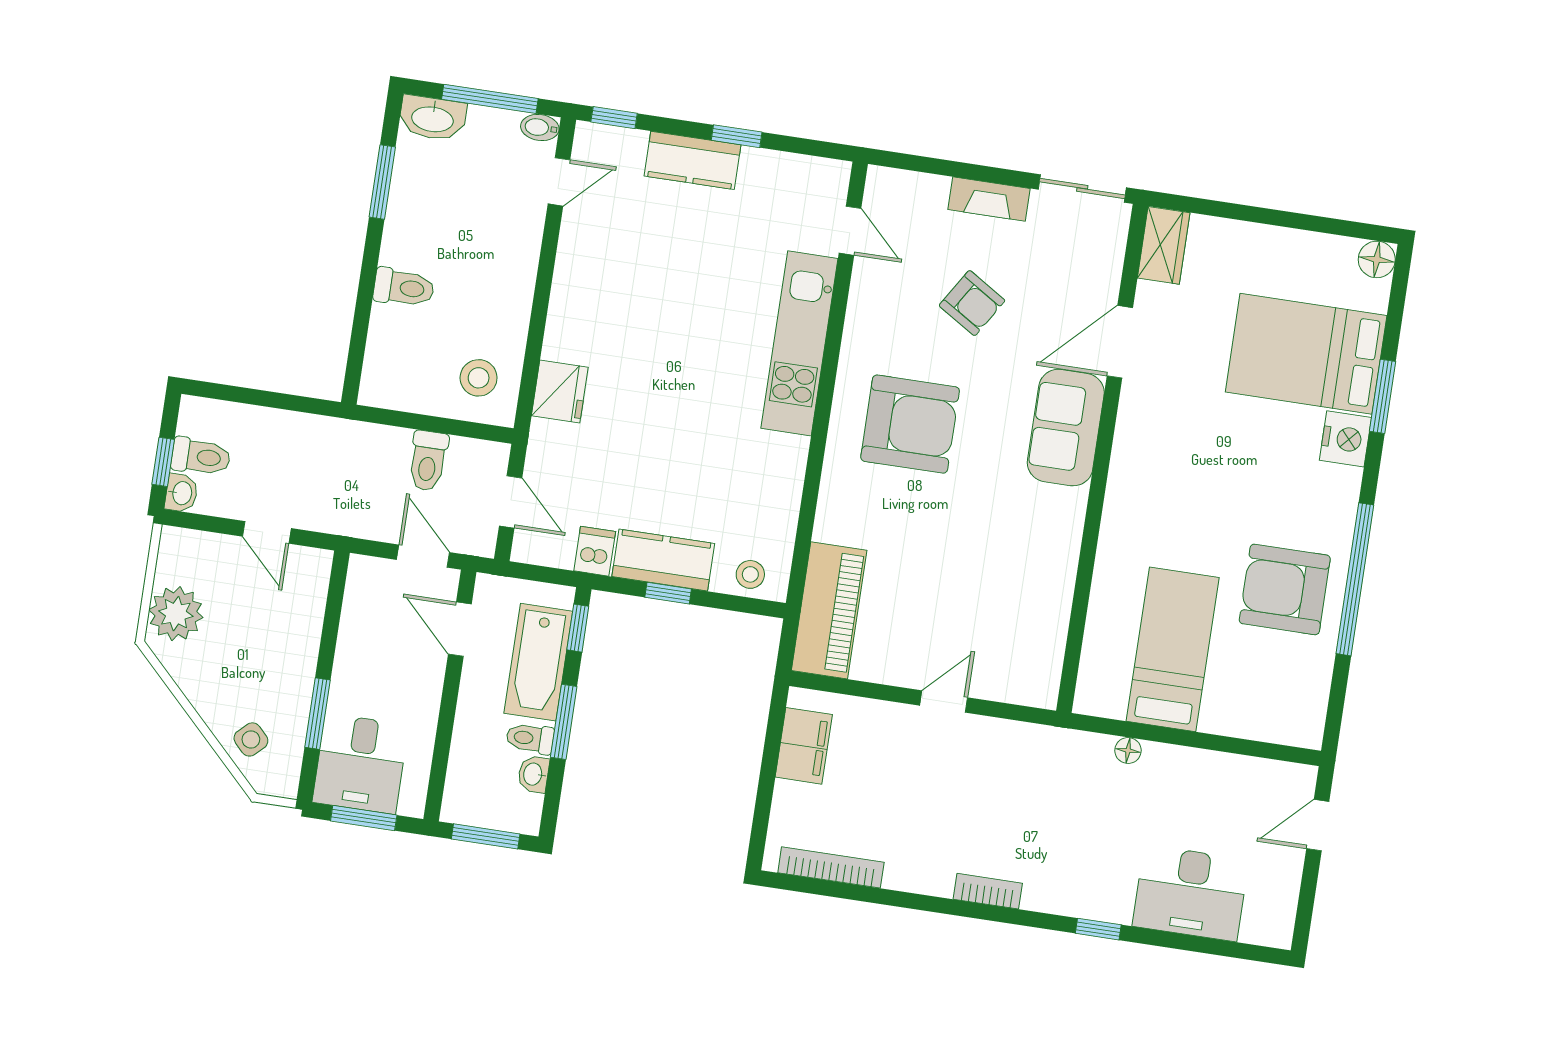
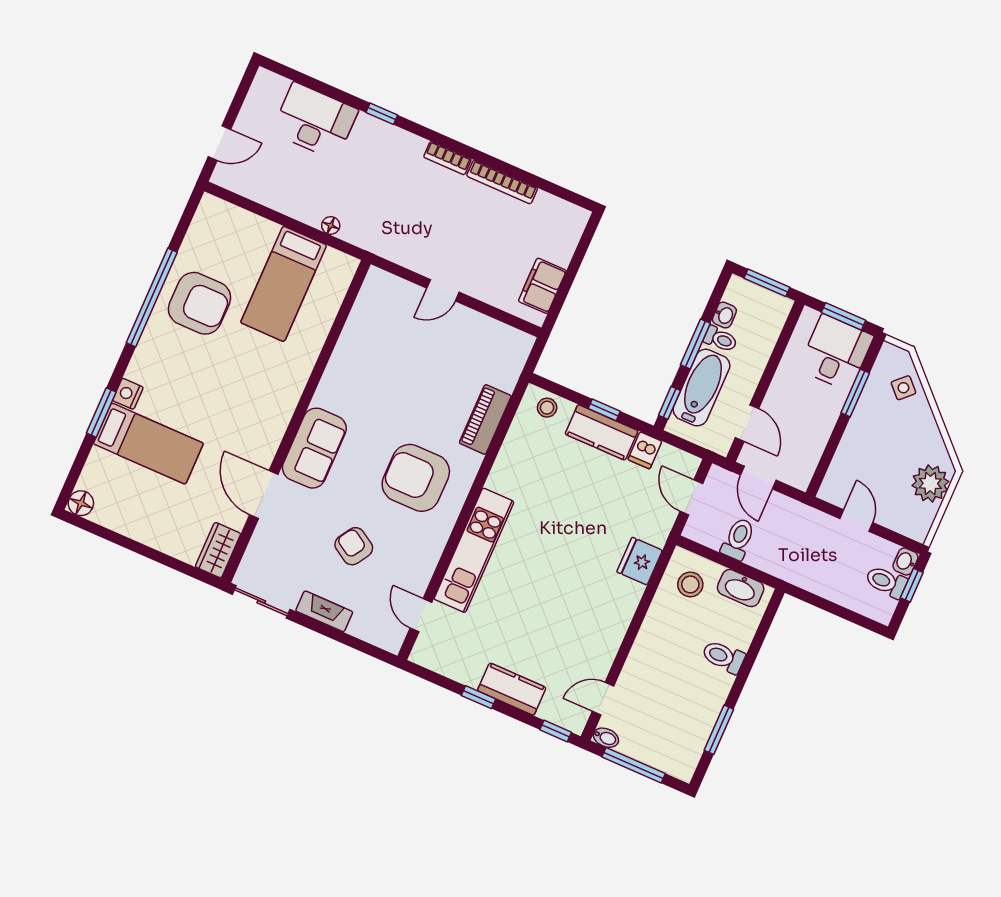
washbasin: (433, 118) -> (741, 588), moved, turned 180
door: (1120, 342) -> (264, 495), swing flipped
bed: (1306, 354) -> (148, 444), width x0.67
nightstand: (1345, 439) -> (128, 394), width x0.74, depth x0.75
piano: (829, 610) -> (485, 419), moved, width x0.73, depth x0.75
bookcase: (831, 867) -> (502, 182), moved

